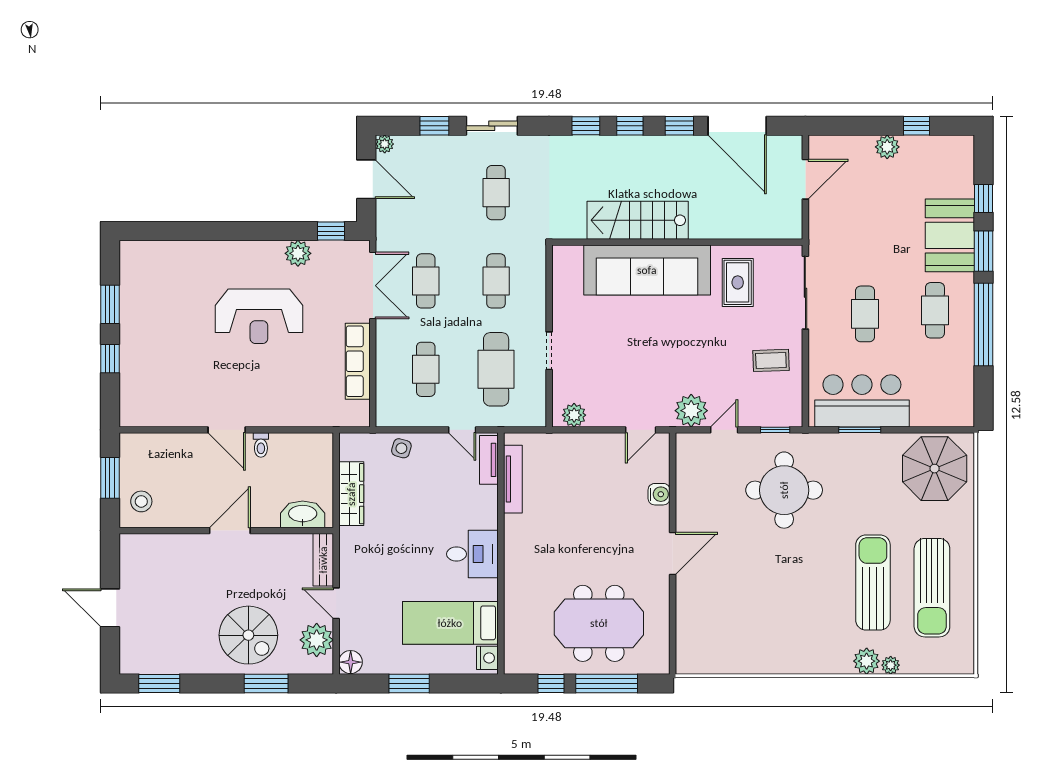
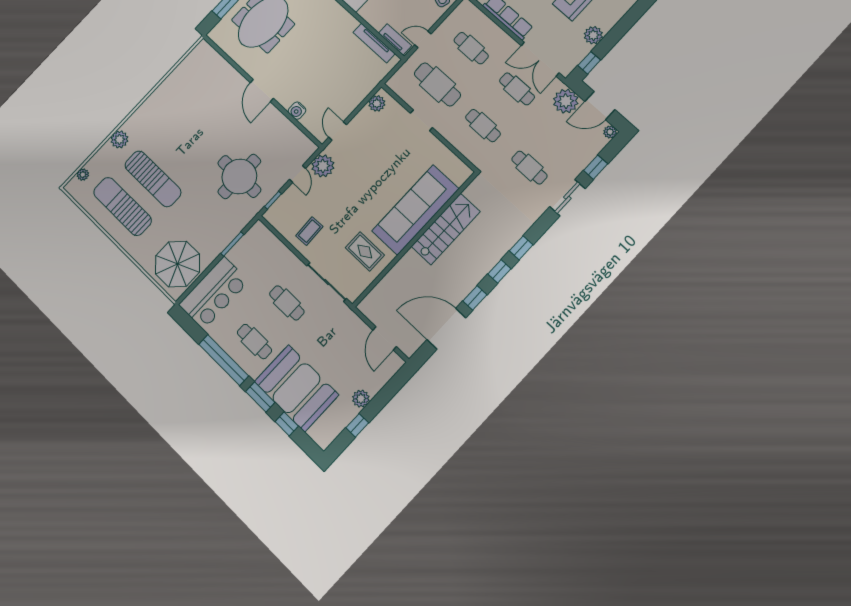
plant: (393, 219) -> (566, 101), added
booth: (950, 235) -> (296, 388), width x1.36, depth x1.42
bar counter: (862, 401) -> (214, 293), moved
plant: (891, 665) -> (83, 175), moved

